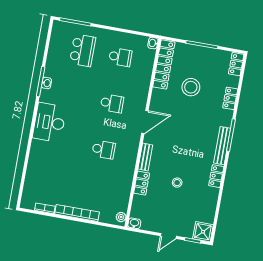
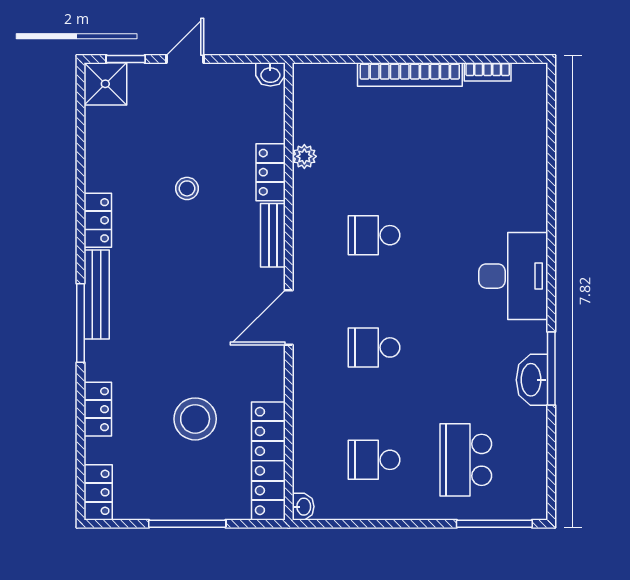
washbasin: (46, 83) -> (532, 380), width x1.91, depth x1.45
plant: (121, 217) -> (304, 156), moved

